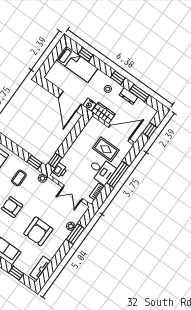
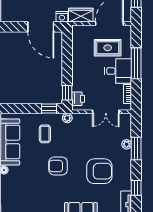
armchair: (38, 231) -> (99, 171), turned -90
window: (56, 261) -> (136, 188), added

